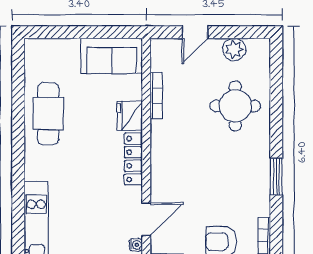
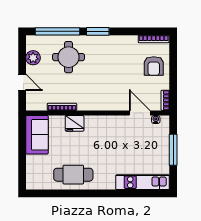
window: (276, 88) -> (57, 31), added
locker: (133, 159) -> (102, 121), removed
window: (276, 177) -> (98, 31), moved

